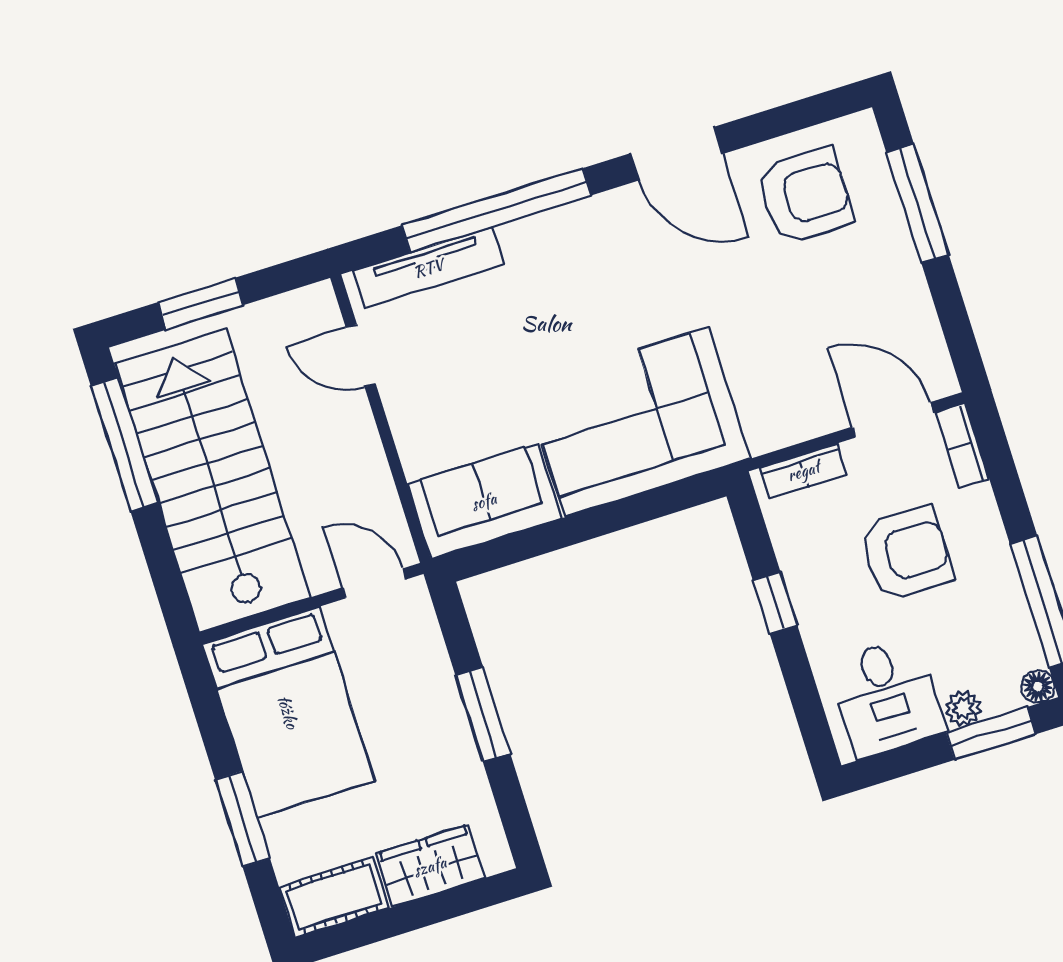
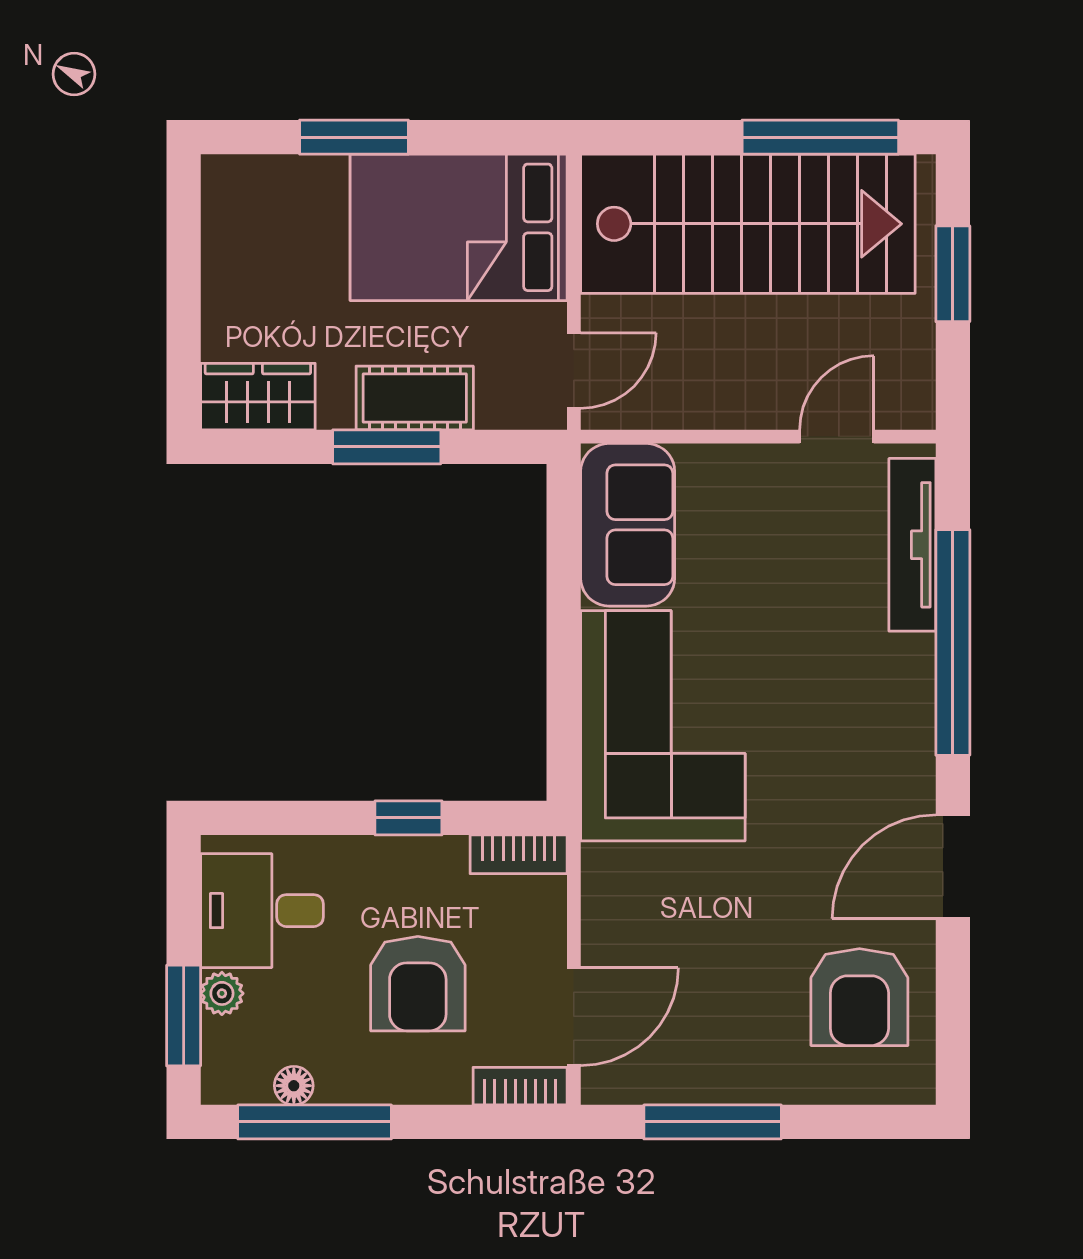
window: (918, 203) -> (713, 1122), moved
bookcase: (803, 471) -> (519, 854), moved, turned -90
floor lamp: (1038, 687) -> (294, 1086), moved
wardrobe: (430, 866) -> (258, 397), moved, turned -90
cot: (334, 897) -> (415, 398), moved, turned 90

